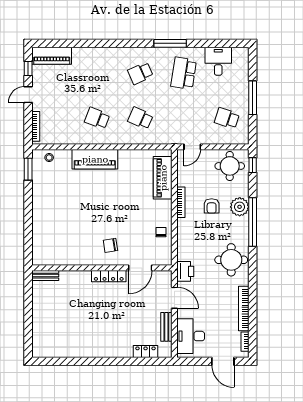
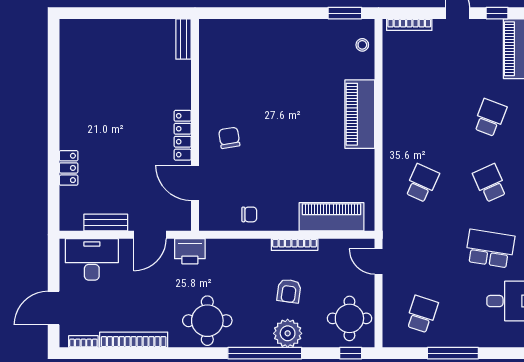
school desk: (97, 118) -> (490, 118), moved
armchair: (212, 206) -> (289, 291), turned -82
locker: (146, 351) -> (69, 168), moved

